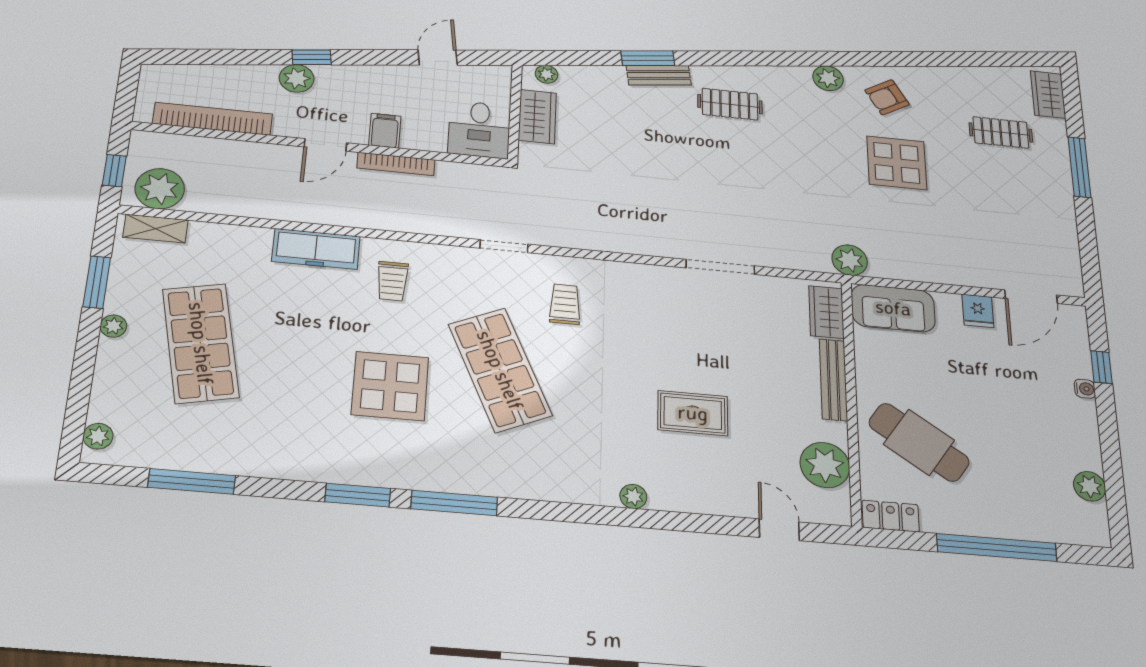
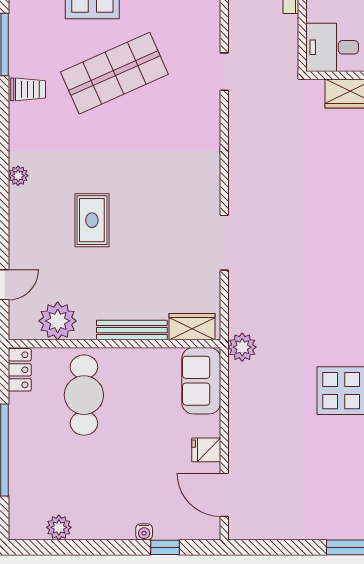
trolley: (565, 304) -> (28, 89), moved
cafe table: (919, 442) -> (84, 395), turned -34

